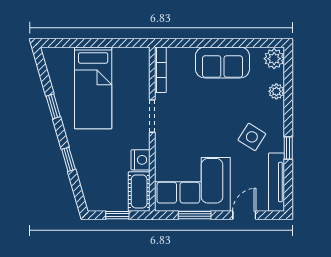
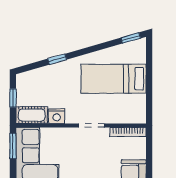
window: (53, 106) -> (131, 38), moved
window: (195, 215) -> (13, 146), moved

